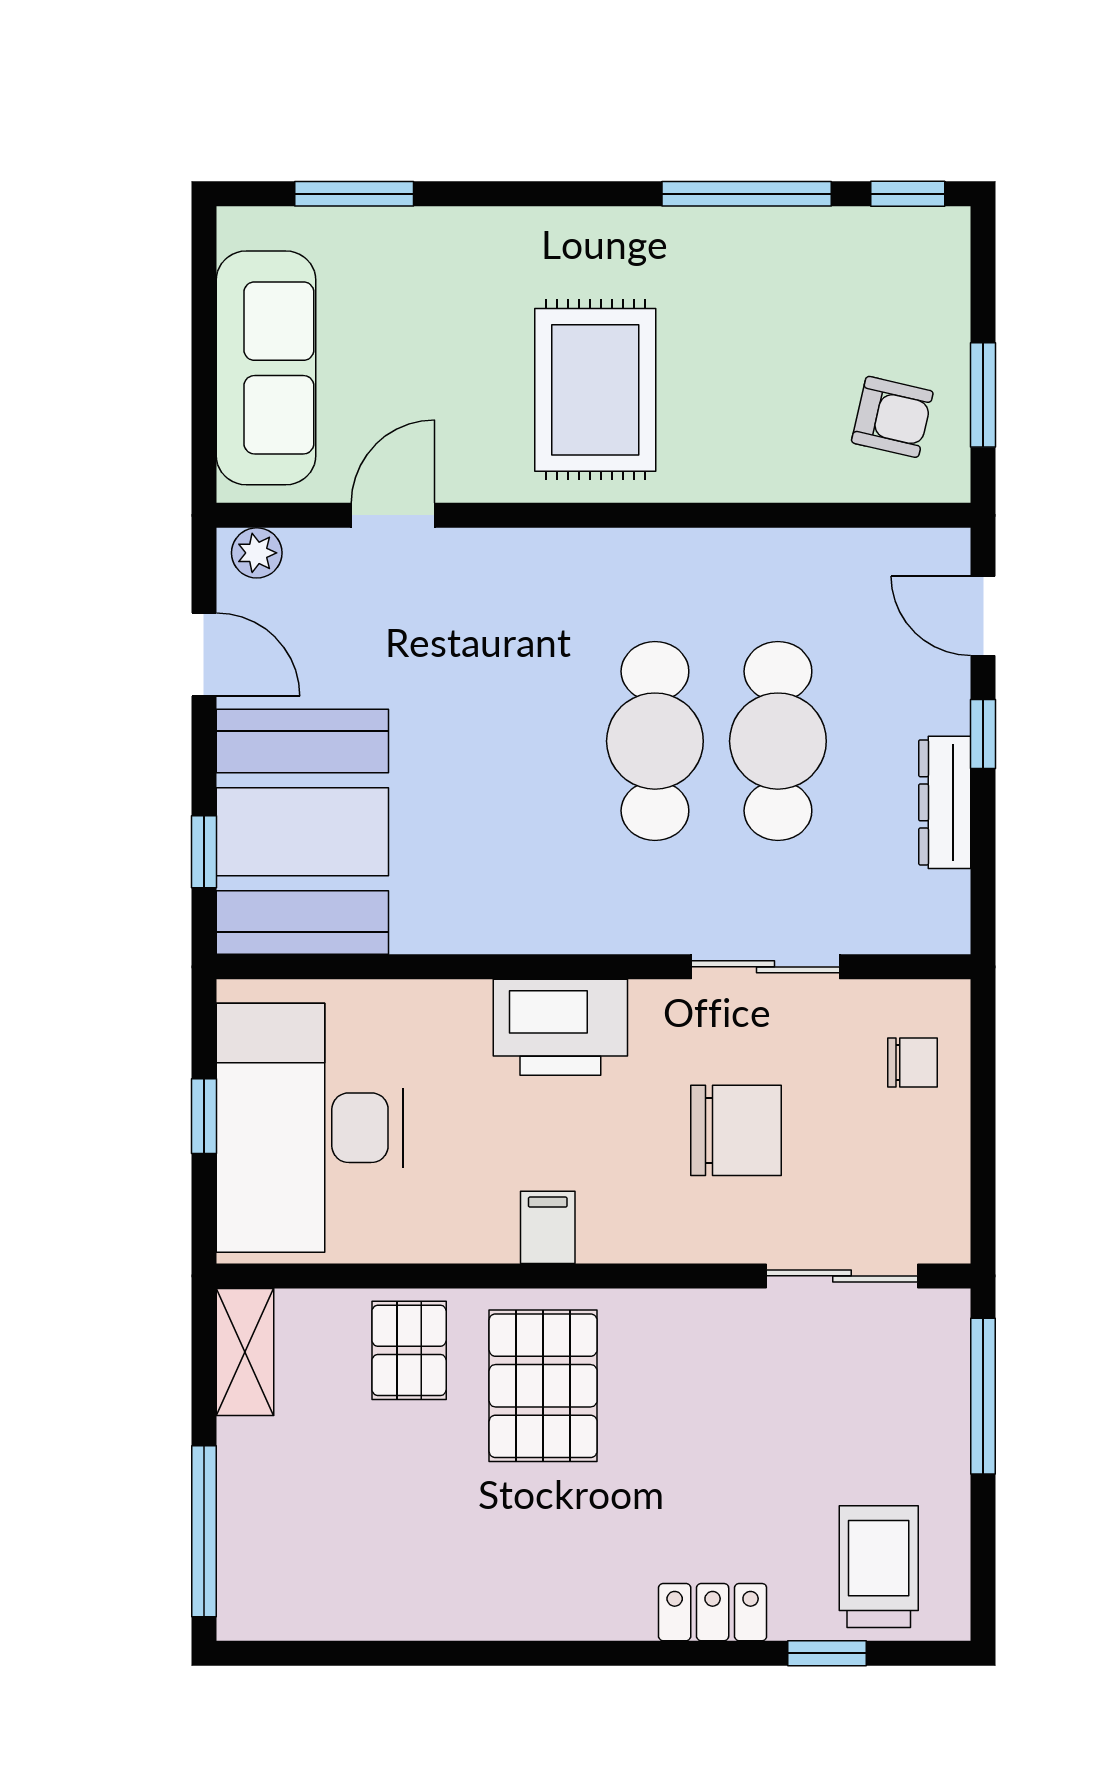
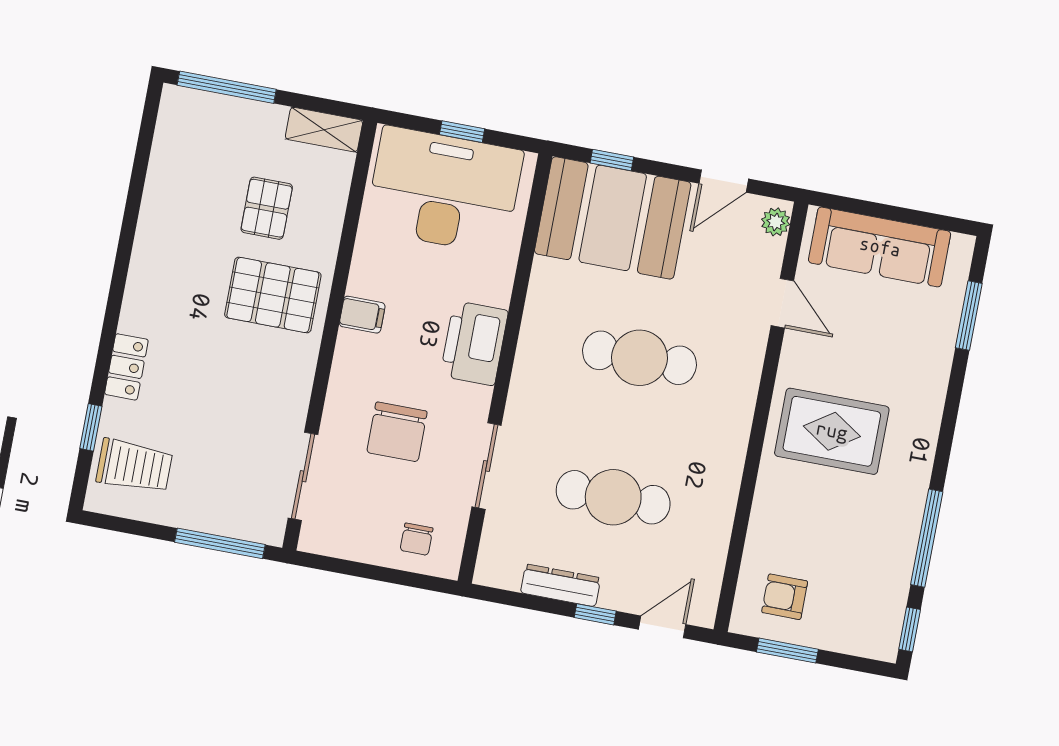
armchair: (892, 417) -> (785, 597), turned 77
cafe table: (655, 741) -> (640, 358), moved
pallet: (409, 1350) -> (267, 208), moved, turned 90

